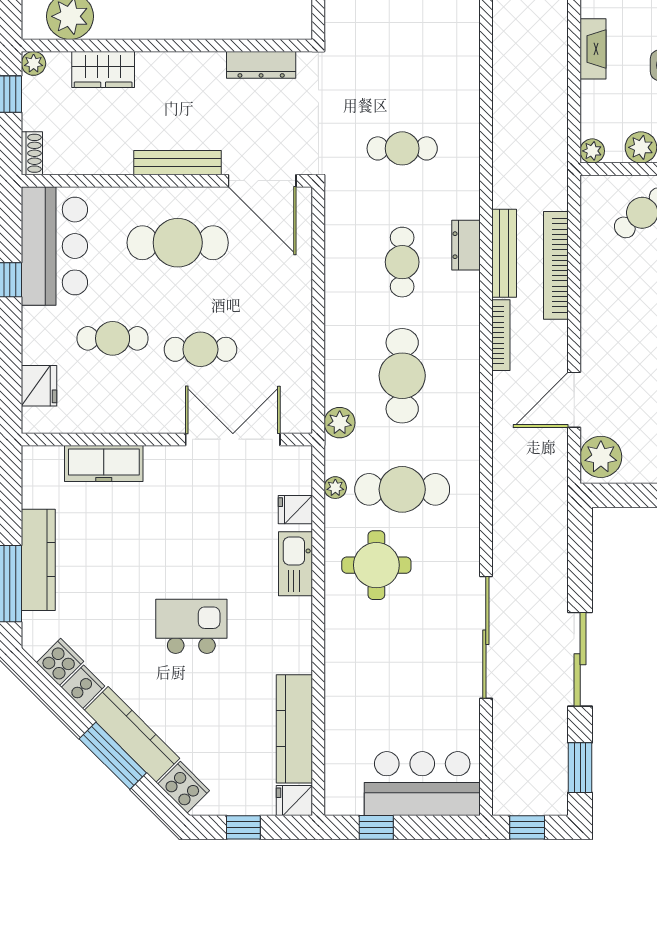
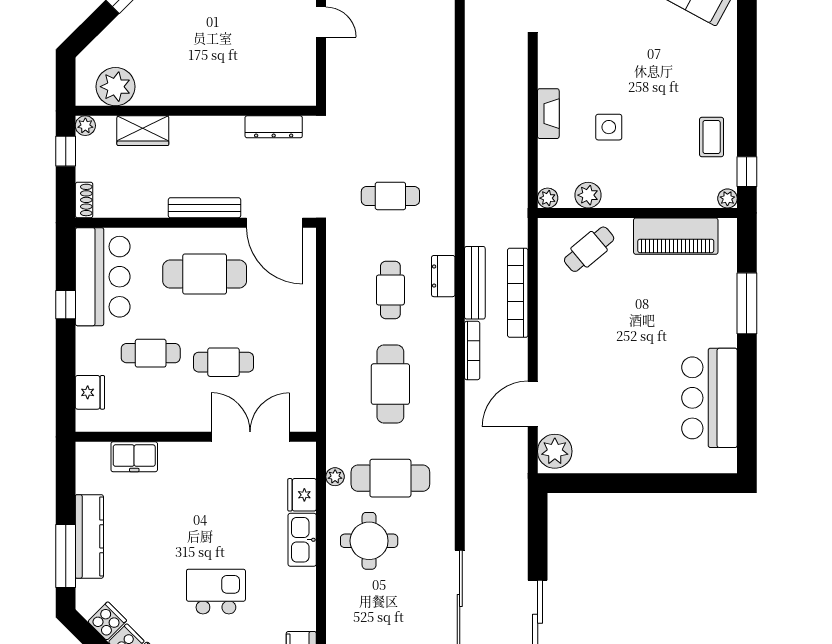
plant: (340, 423) -> (339, 423), removed
freezer: (104, 464) -> (134, 457), width x0.71
fridge: (295, 510) -> (302, 495), width x1.38

